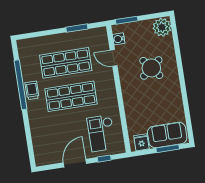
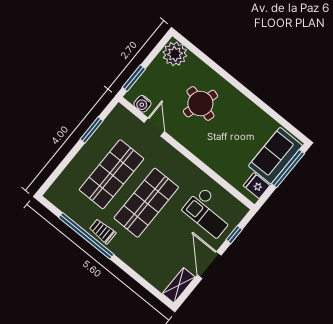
door: (114, 58) -> (154, 127), swing flipped
round table: (151, 68) -> (200, 104), turned -35
window: (168, 149) -> (288, 169), width x1.44
shelving: (48, 159) -> (179, 285), added

